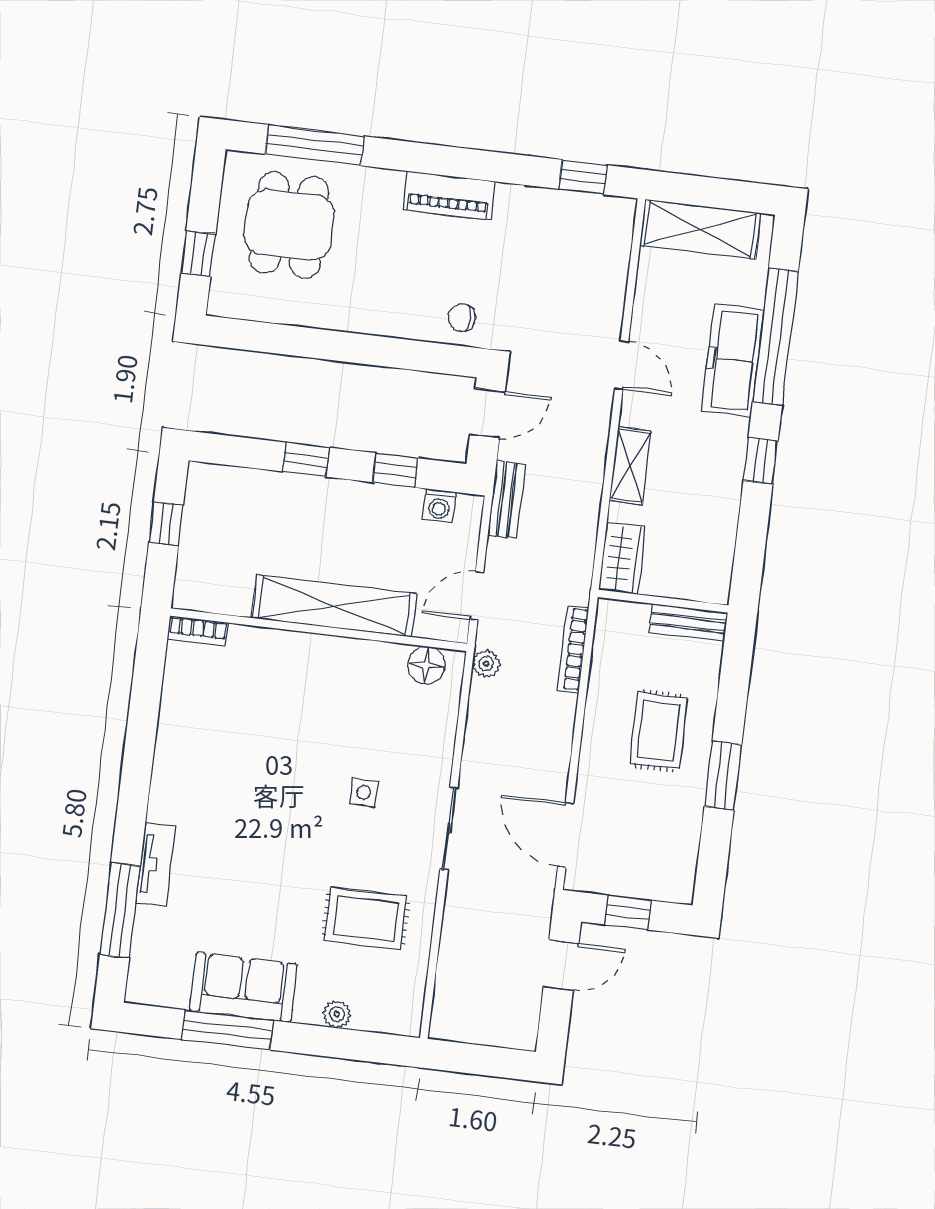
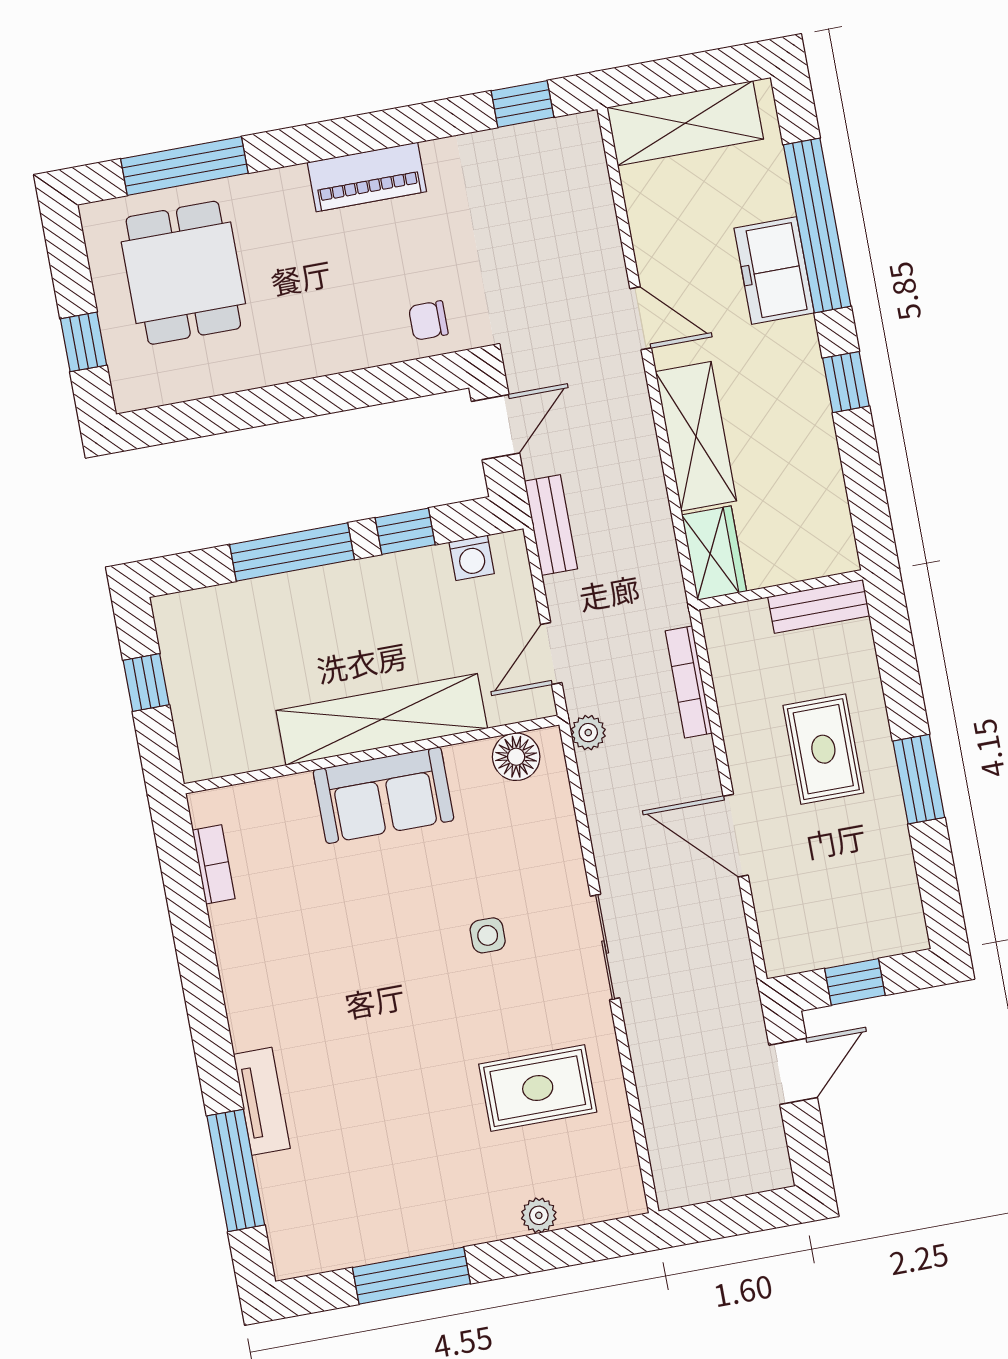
freezer: (733, 360) -> (774, 271), width x0.71
window: (306, 460) -> (292, 552), width x2.17
shelving: (630, 466) -> (696, 436), width x1.50, depth x1.33
bookcase: (198, 631) -> (214, 864), moved, turned -90
door: (566, 835) -> (736, 836), moved
sofa: (243, 987) -> (383, 795), moved, turned 180

